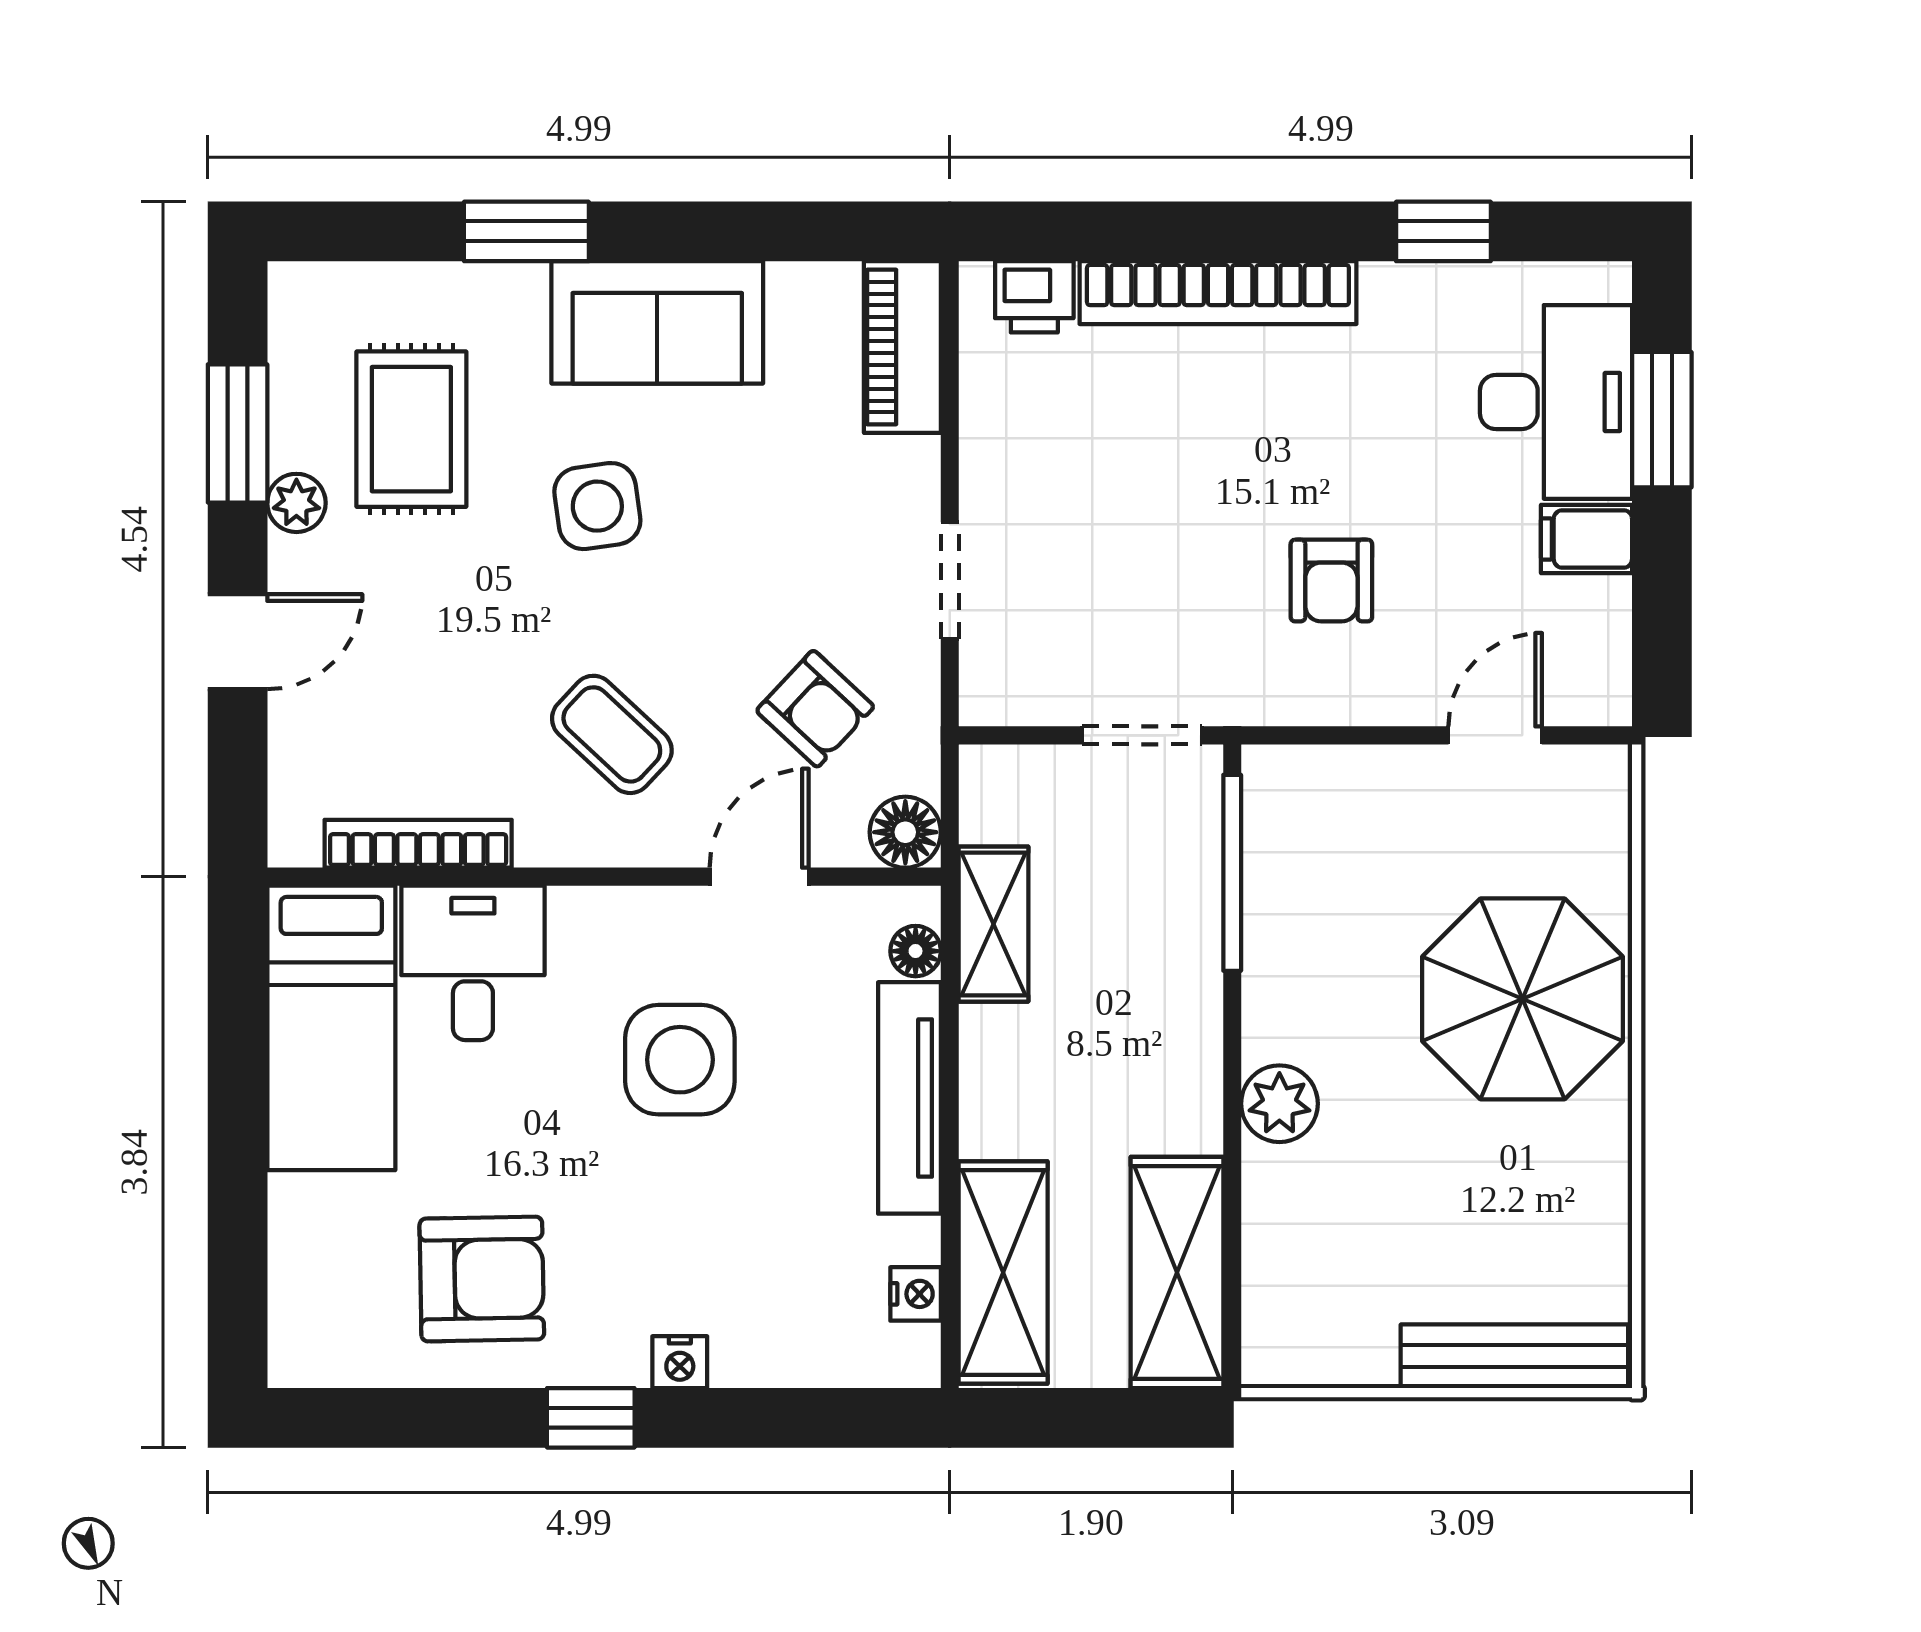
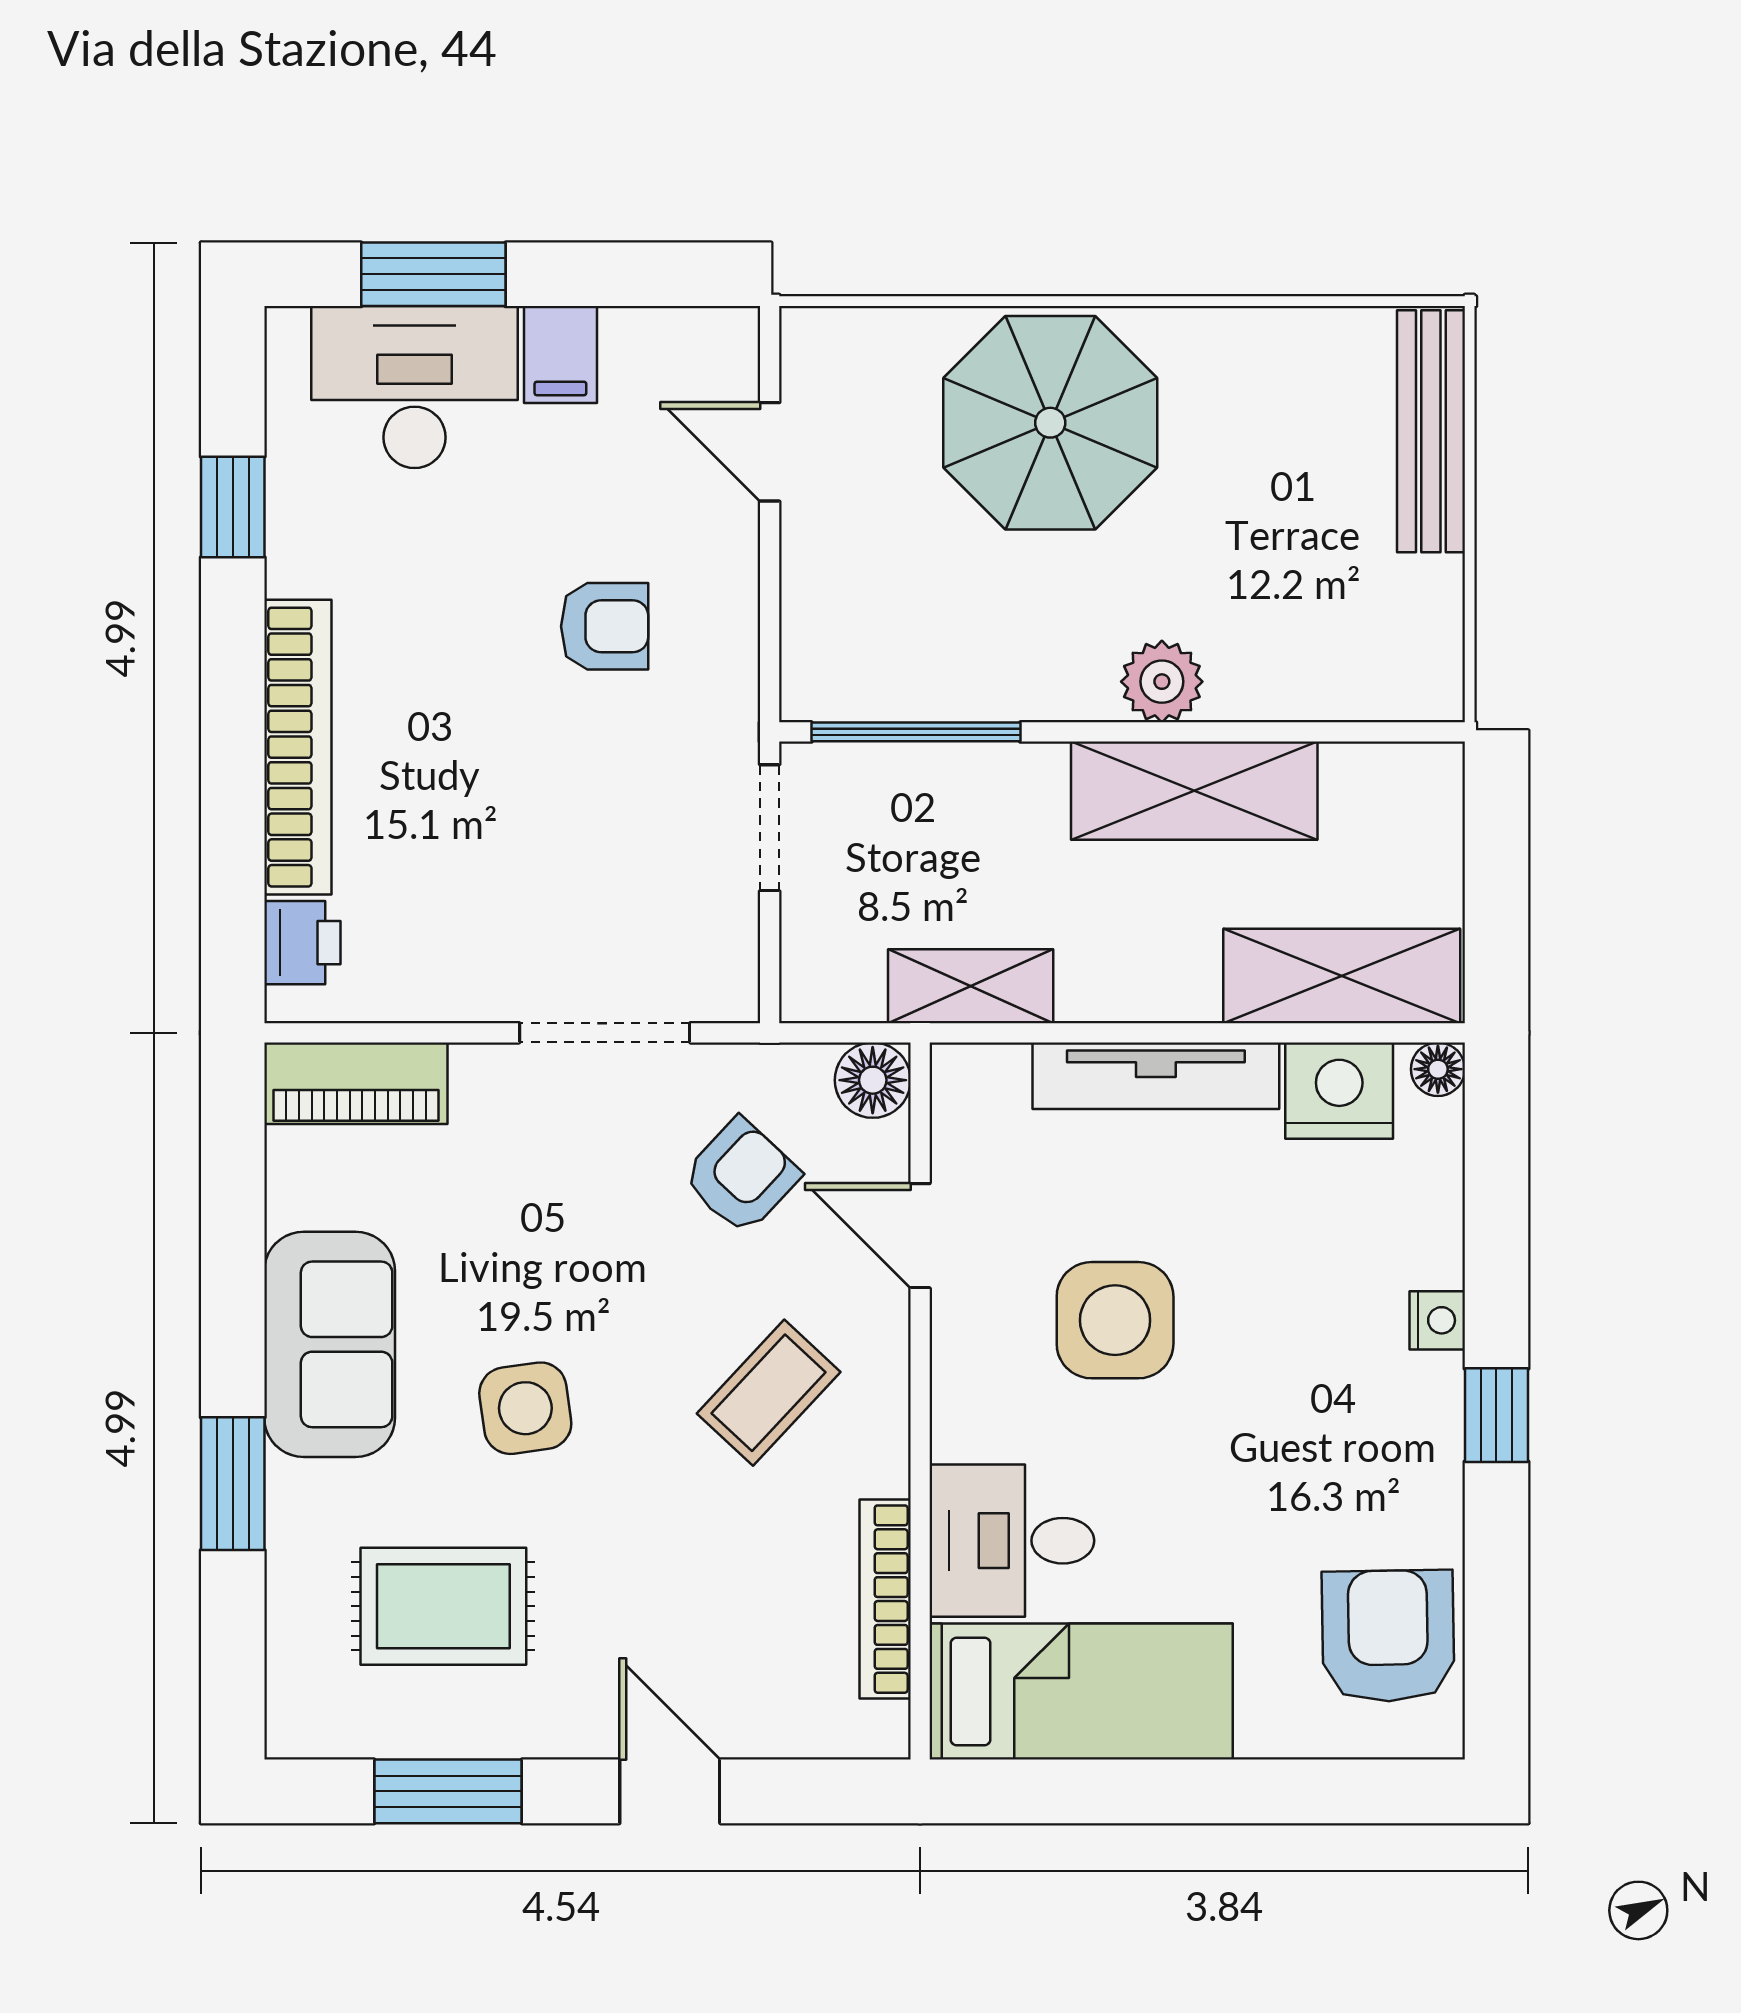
plant: (296, 503) -> (522, 1729), removed
doorway: (950, 581) -> (605, 1033), width x1.38
floor lamp: (916, 951) -> (1438, 1069), moved
shelving: (1177, 1272) -> (1194, 791), moved
armchair: (482, 1279) -> (1388, 1636), moved
nightstand: (916, 1294) -> (1339, 1091), width x1.89, depth x1.79

